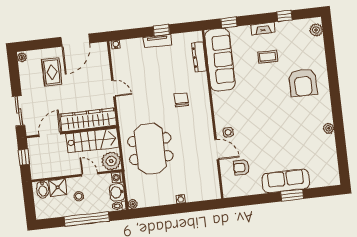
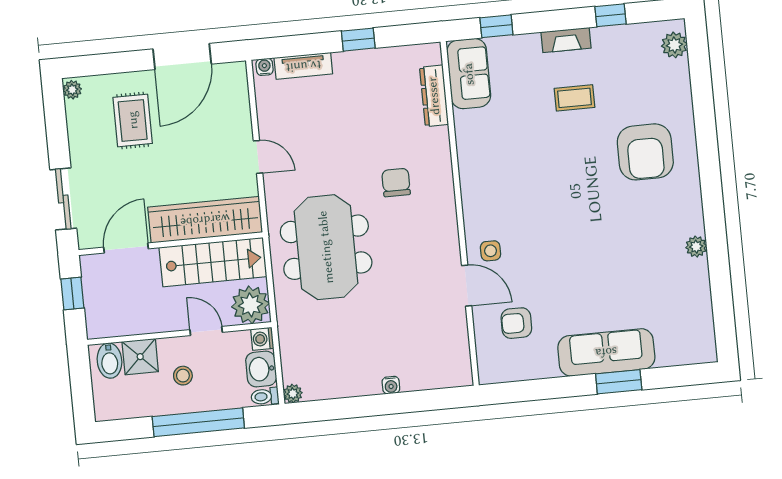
tv unit: (157, 41) -> (303, 66), moved
sofa: (220, 60) -> (469, 74), width x0.54, depth x0.79
meeting table: (150, 149) -> (326, 247), moved

